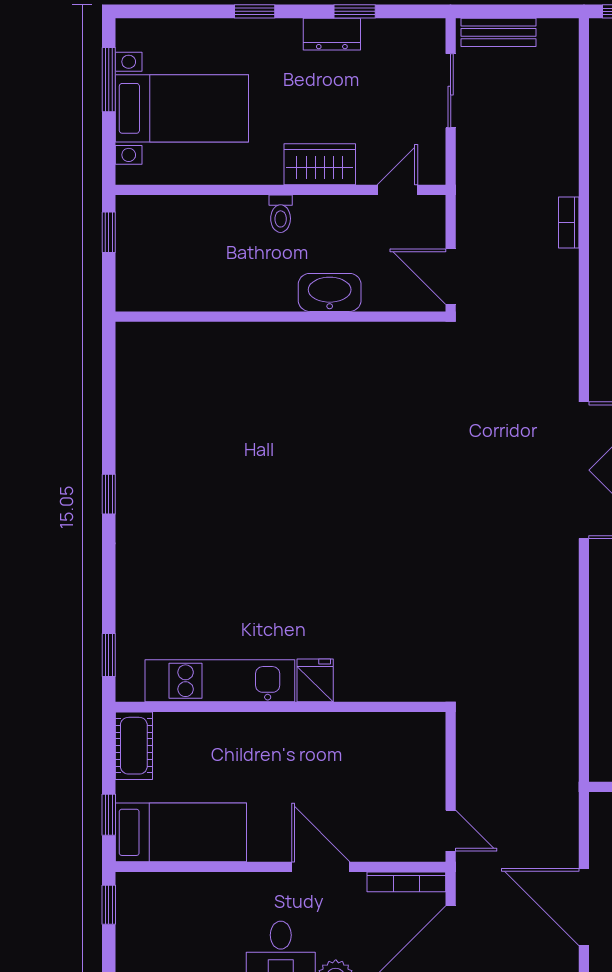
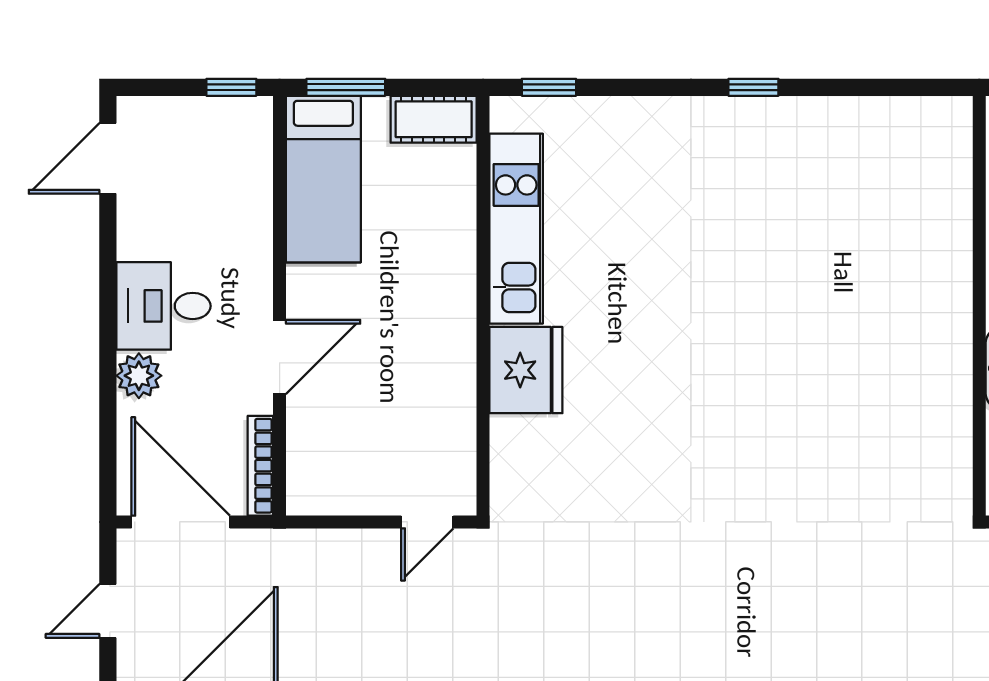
fridge: (315, 680) -> (526, 370), width x1.88, depth x1.34
window: (109, 815) -> (346, 87), width x1.50
door: (451, 831) -> (427, 522), moved

